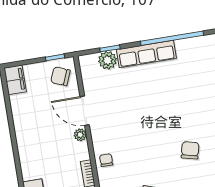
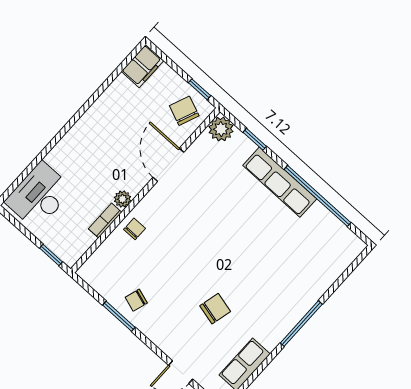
plant: (107, 60) -> (221, 129), moved
plant: (80, 135) -> (123, 199), moved

